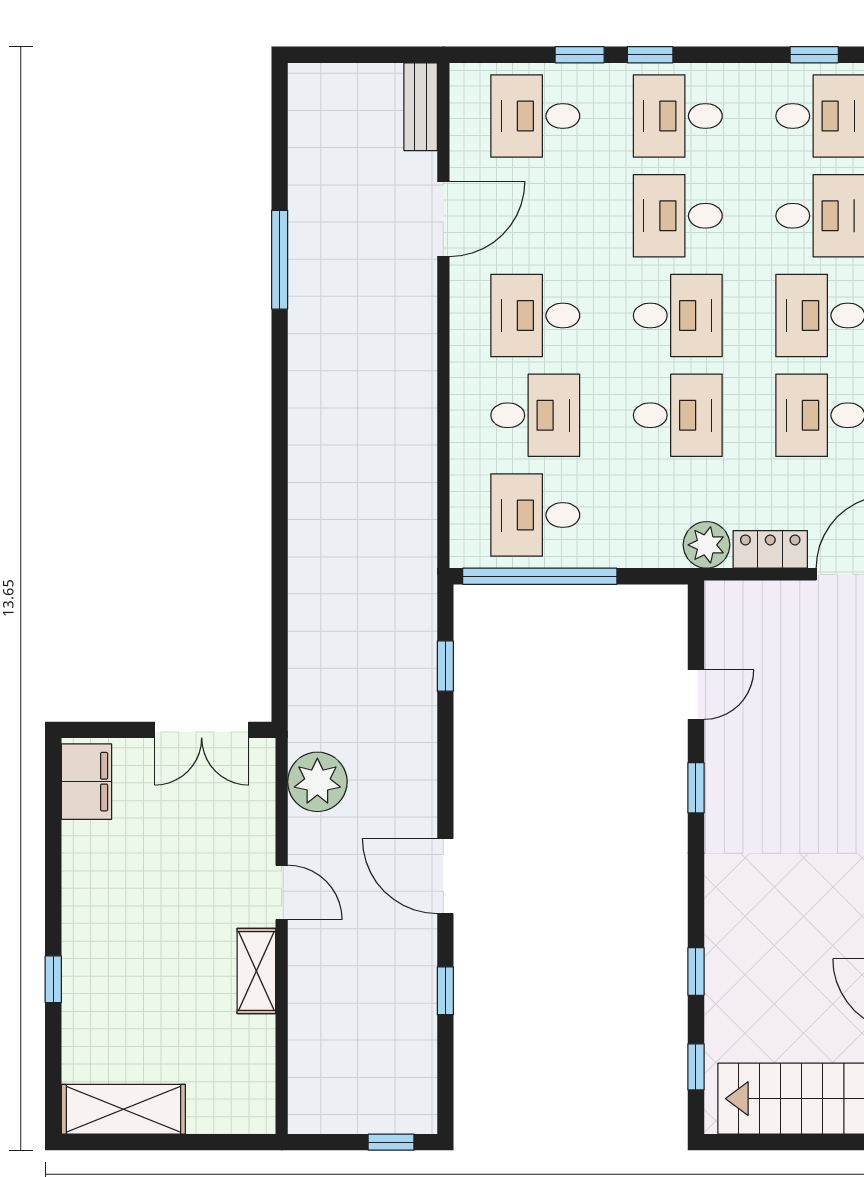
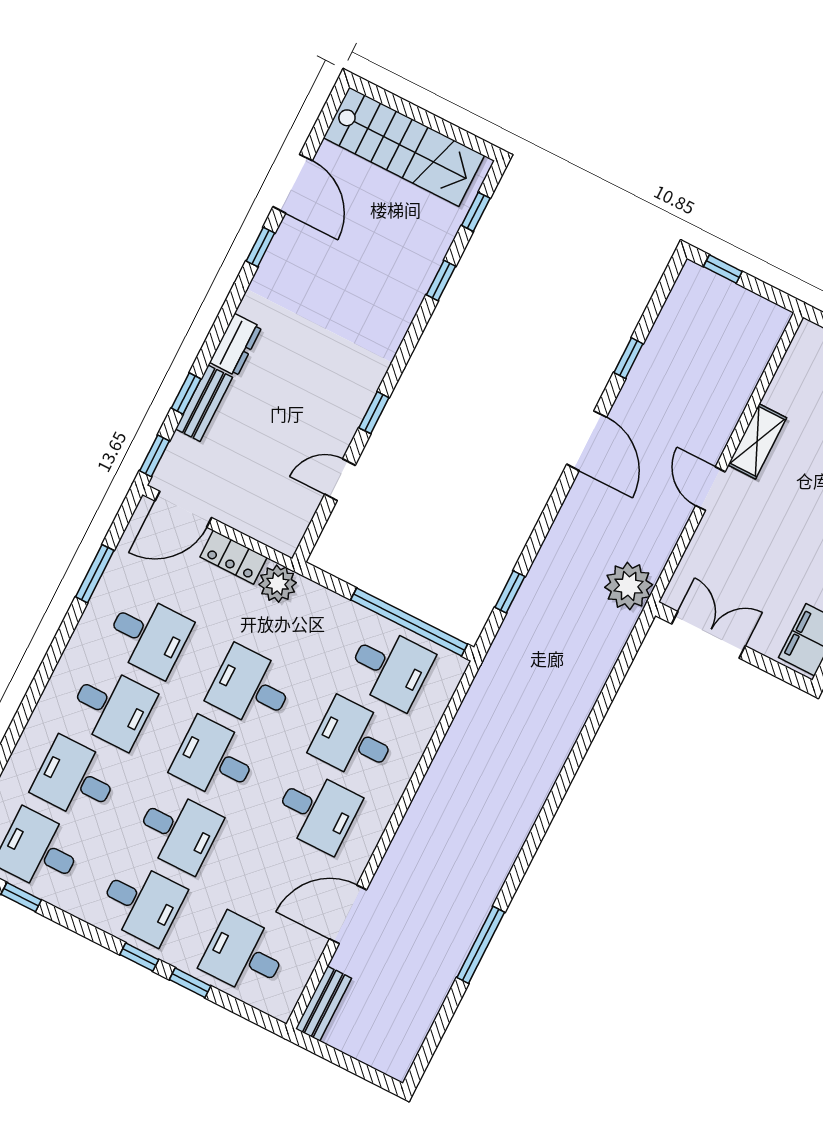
desk: (535, 116) -> (244, 955), turned 180
plant: (317, 782) -> (629, 586), moved

